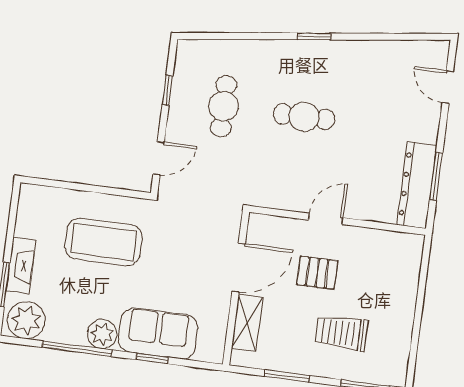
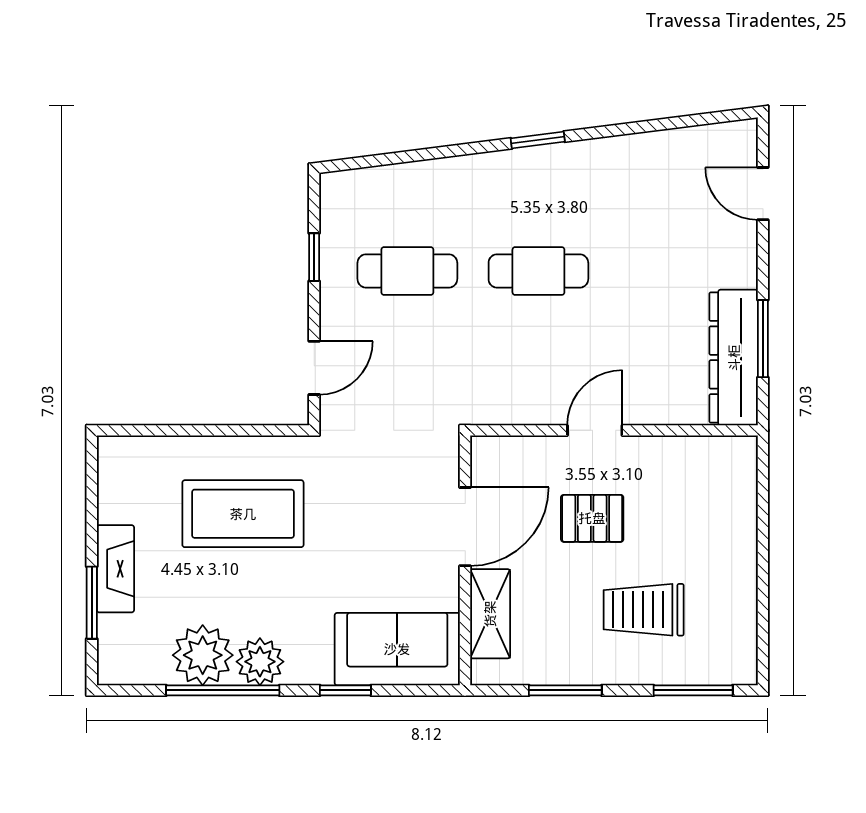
cafe table: (224, 106) -> (407, 271), turned 90
plant: (26, 320) -> (203, 655), moved
sofa: (158, 333) -> (397, 649), moved

